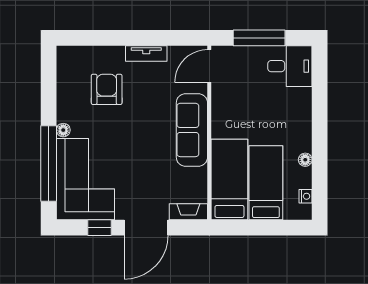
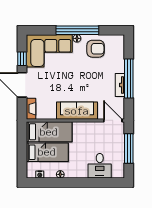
window: (135, 38) -> (129, 78), added
desk: (290, 66) -> (100, 166), moved
armchair: (107, 89) -> (96, 49), moved
window: (49, 164) -> (77, 30), moved

